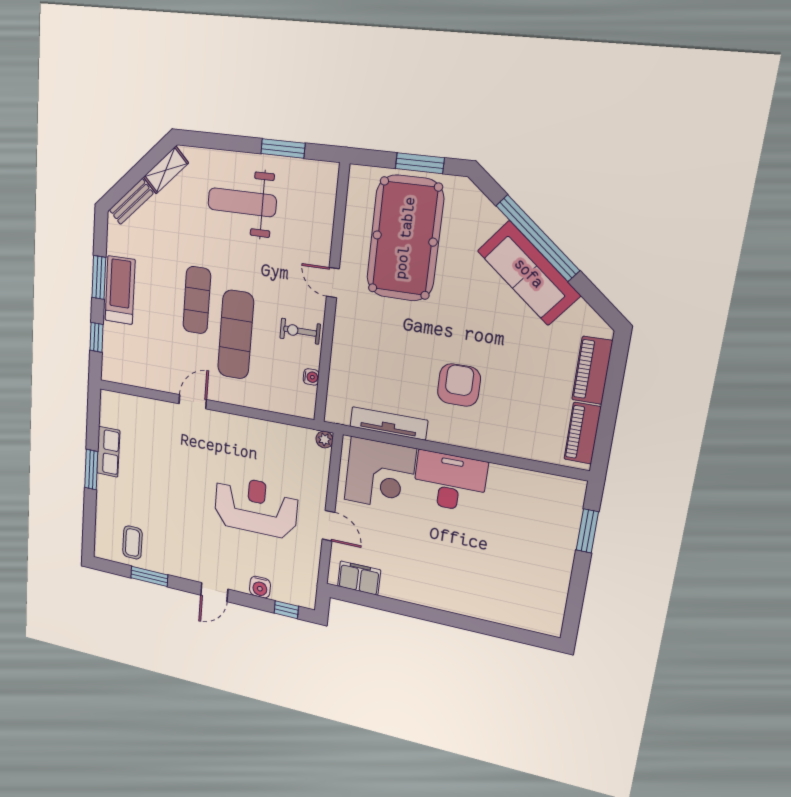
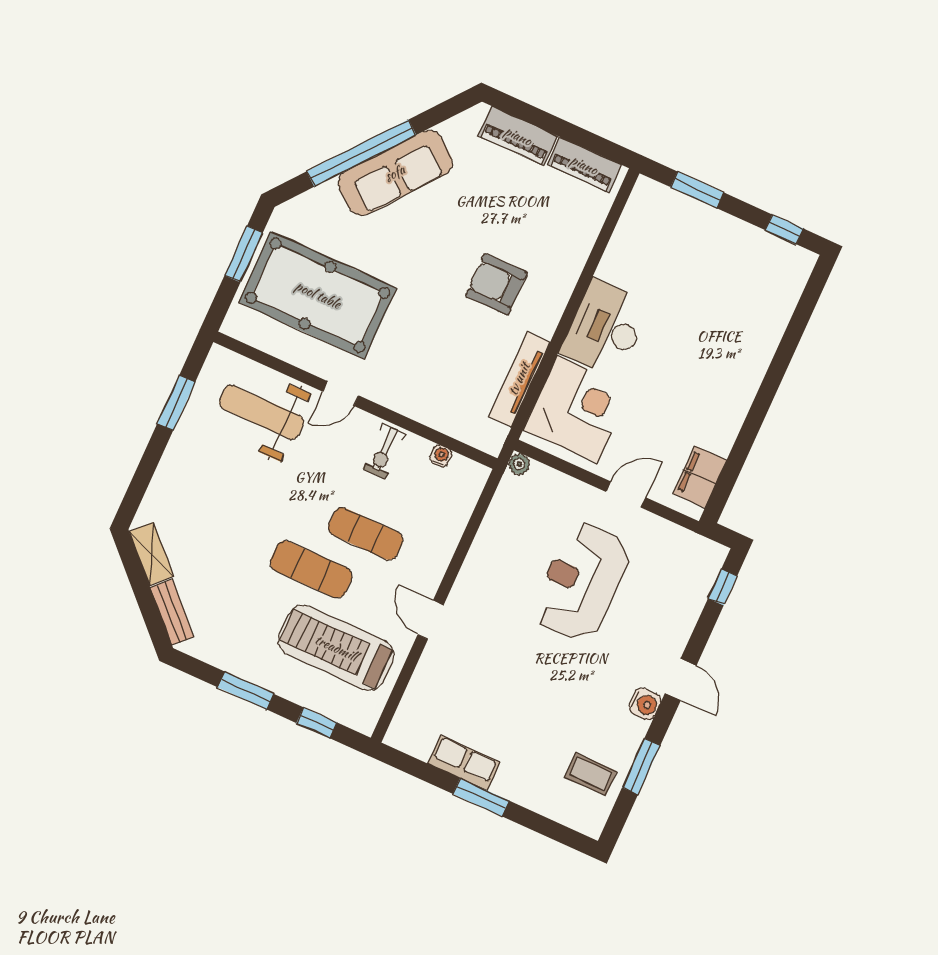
weight bench: (242, 202) -> (261, 412), moved, turned 90
treadmill: (120, 290) -> (336, 648), moved, width x1.37, depth x1.38
exercise mat: (236, 335) -> (366, 534), width x0.73, depth x0.69
water cooler: (260, 587) -> (645, 704), moved
window: (574, 607) -> (784, 229), added

